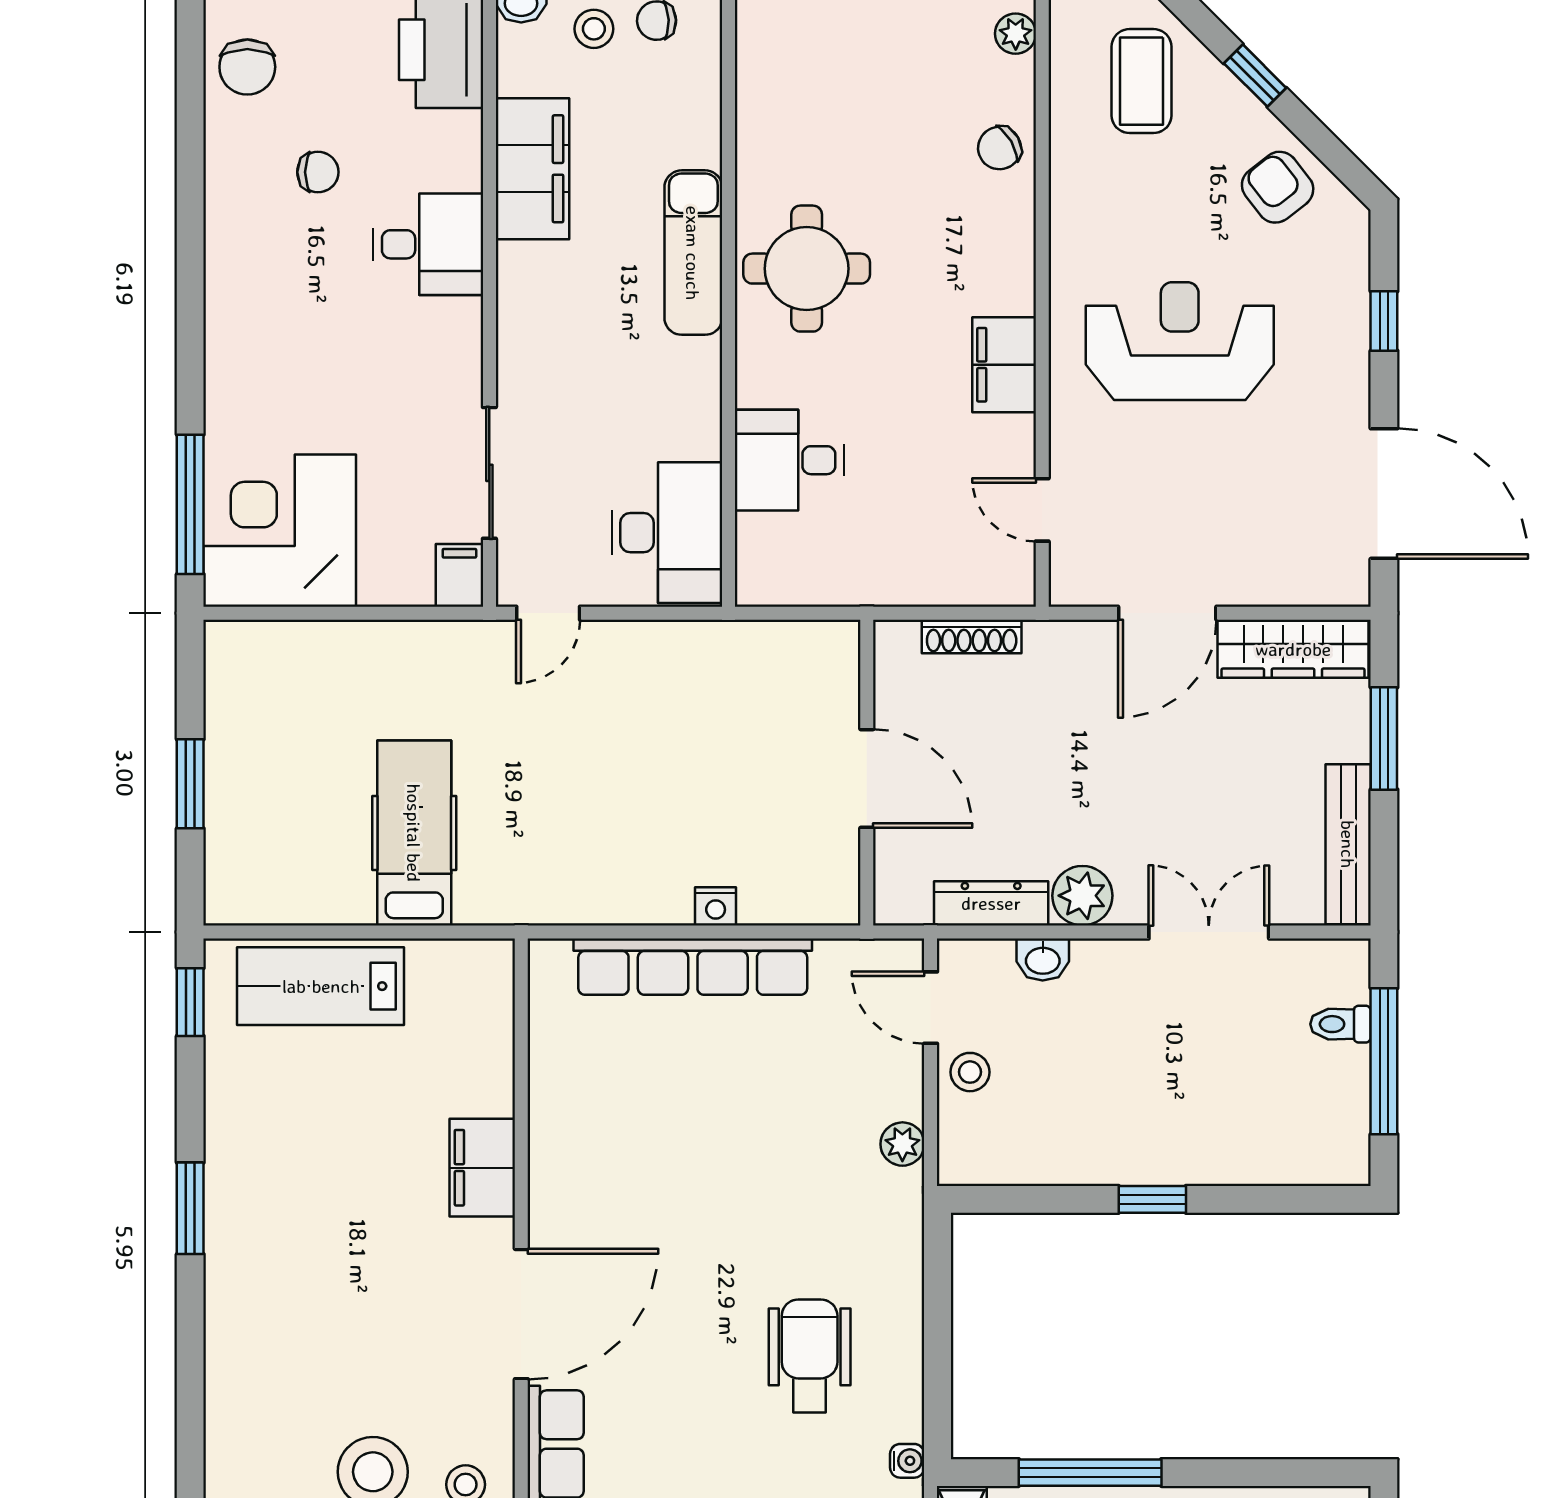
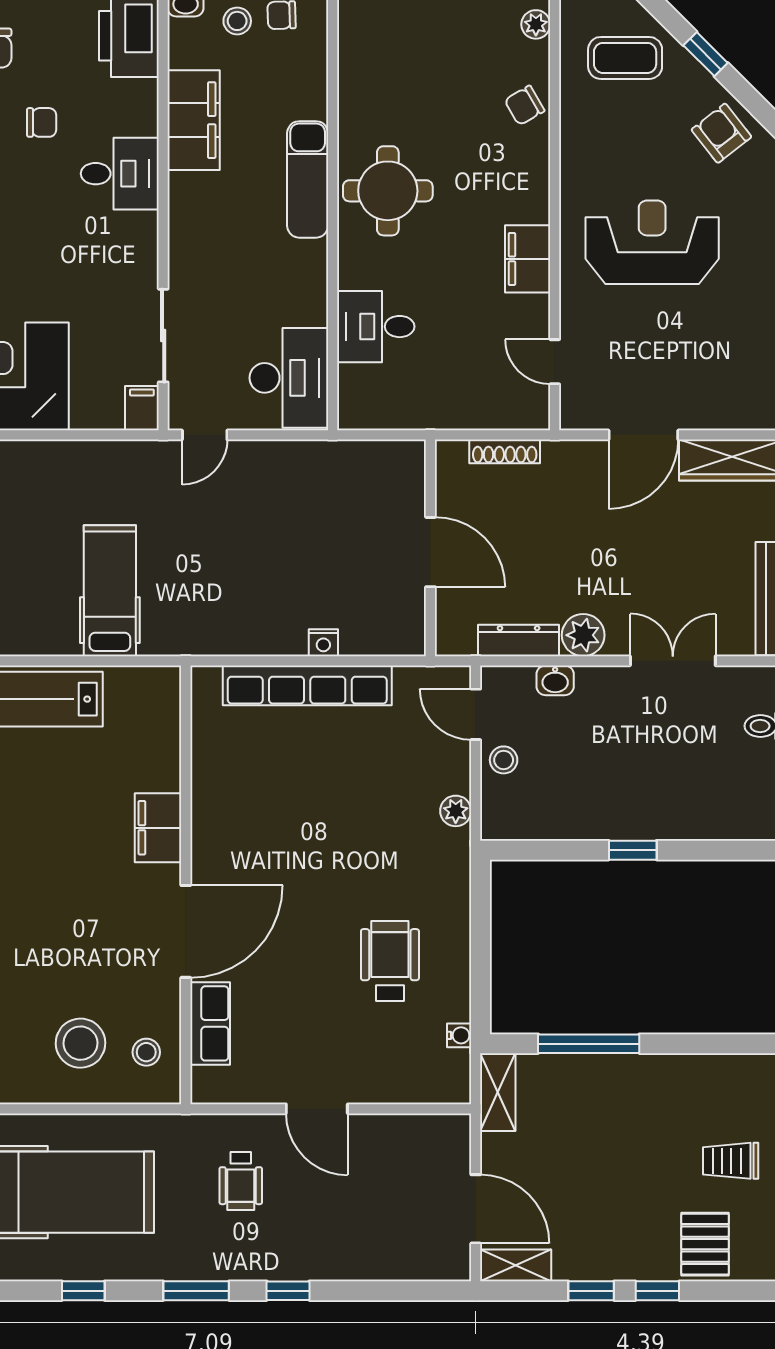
coffee table: (1141, 81) -> (625, 58), turned 90

